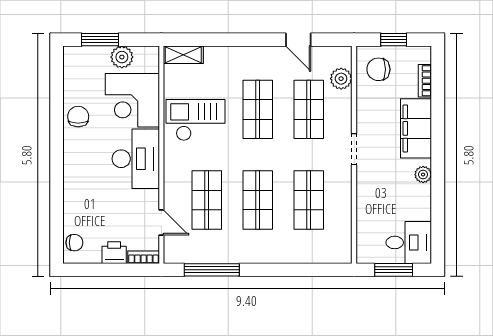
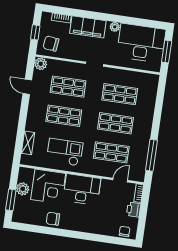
door: (298, 40) -> (27, 87), swing flipped
shelving: (183, 55) -> (28, 143), moved
chair: (378, 69) -> (51, 44), turned 97
plant: (341, 79) -> (41, 64), moved
checkout: (195, 120) -> (65, 152), turned 90
desk: (409, 242) -> (141, 43), width x1.87, depth x1.30

